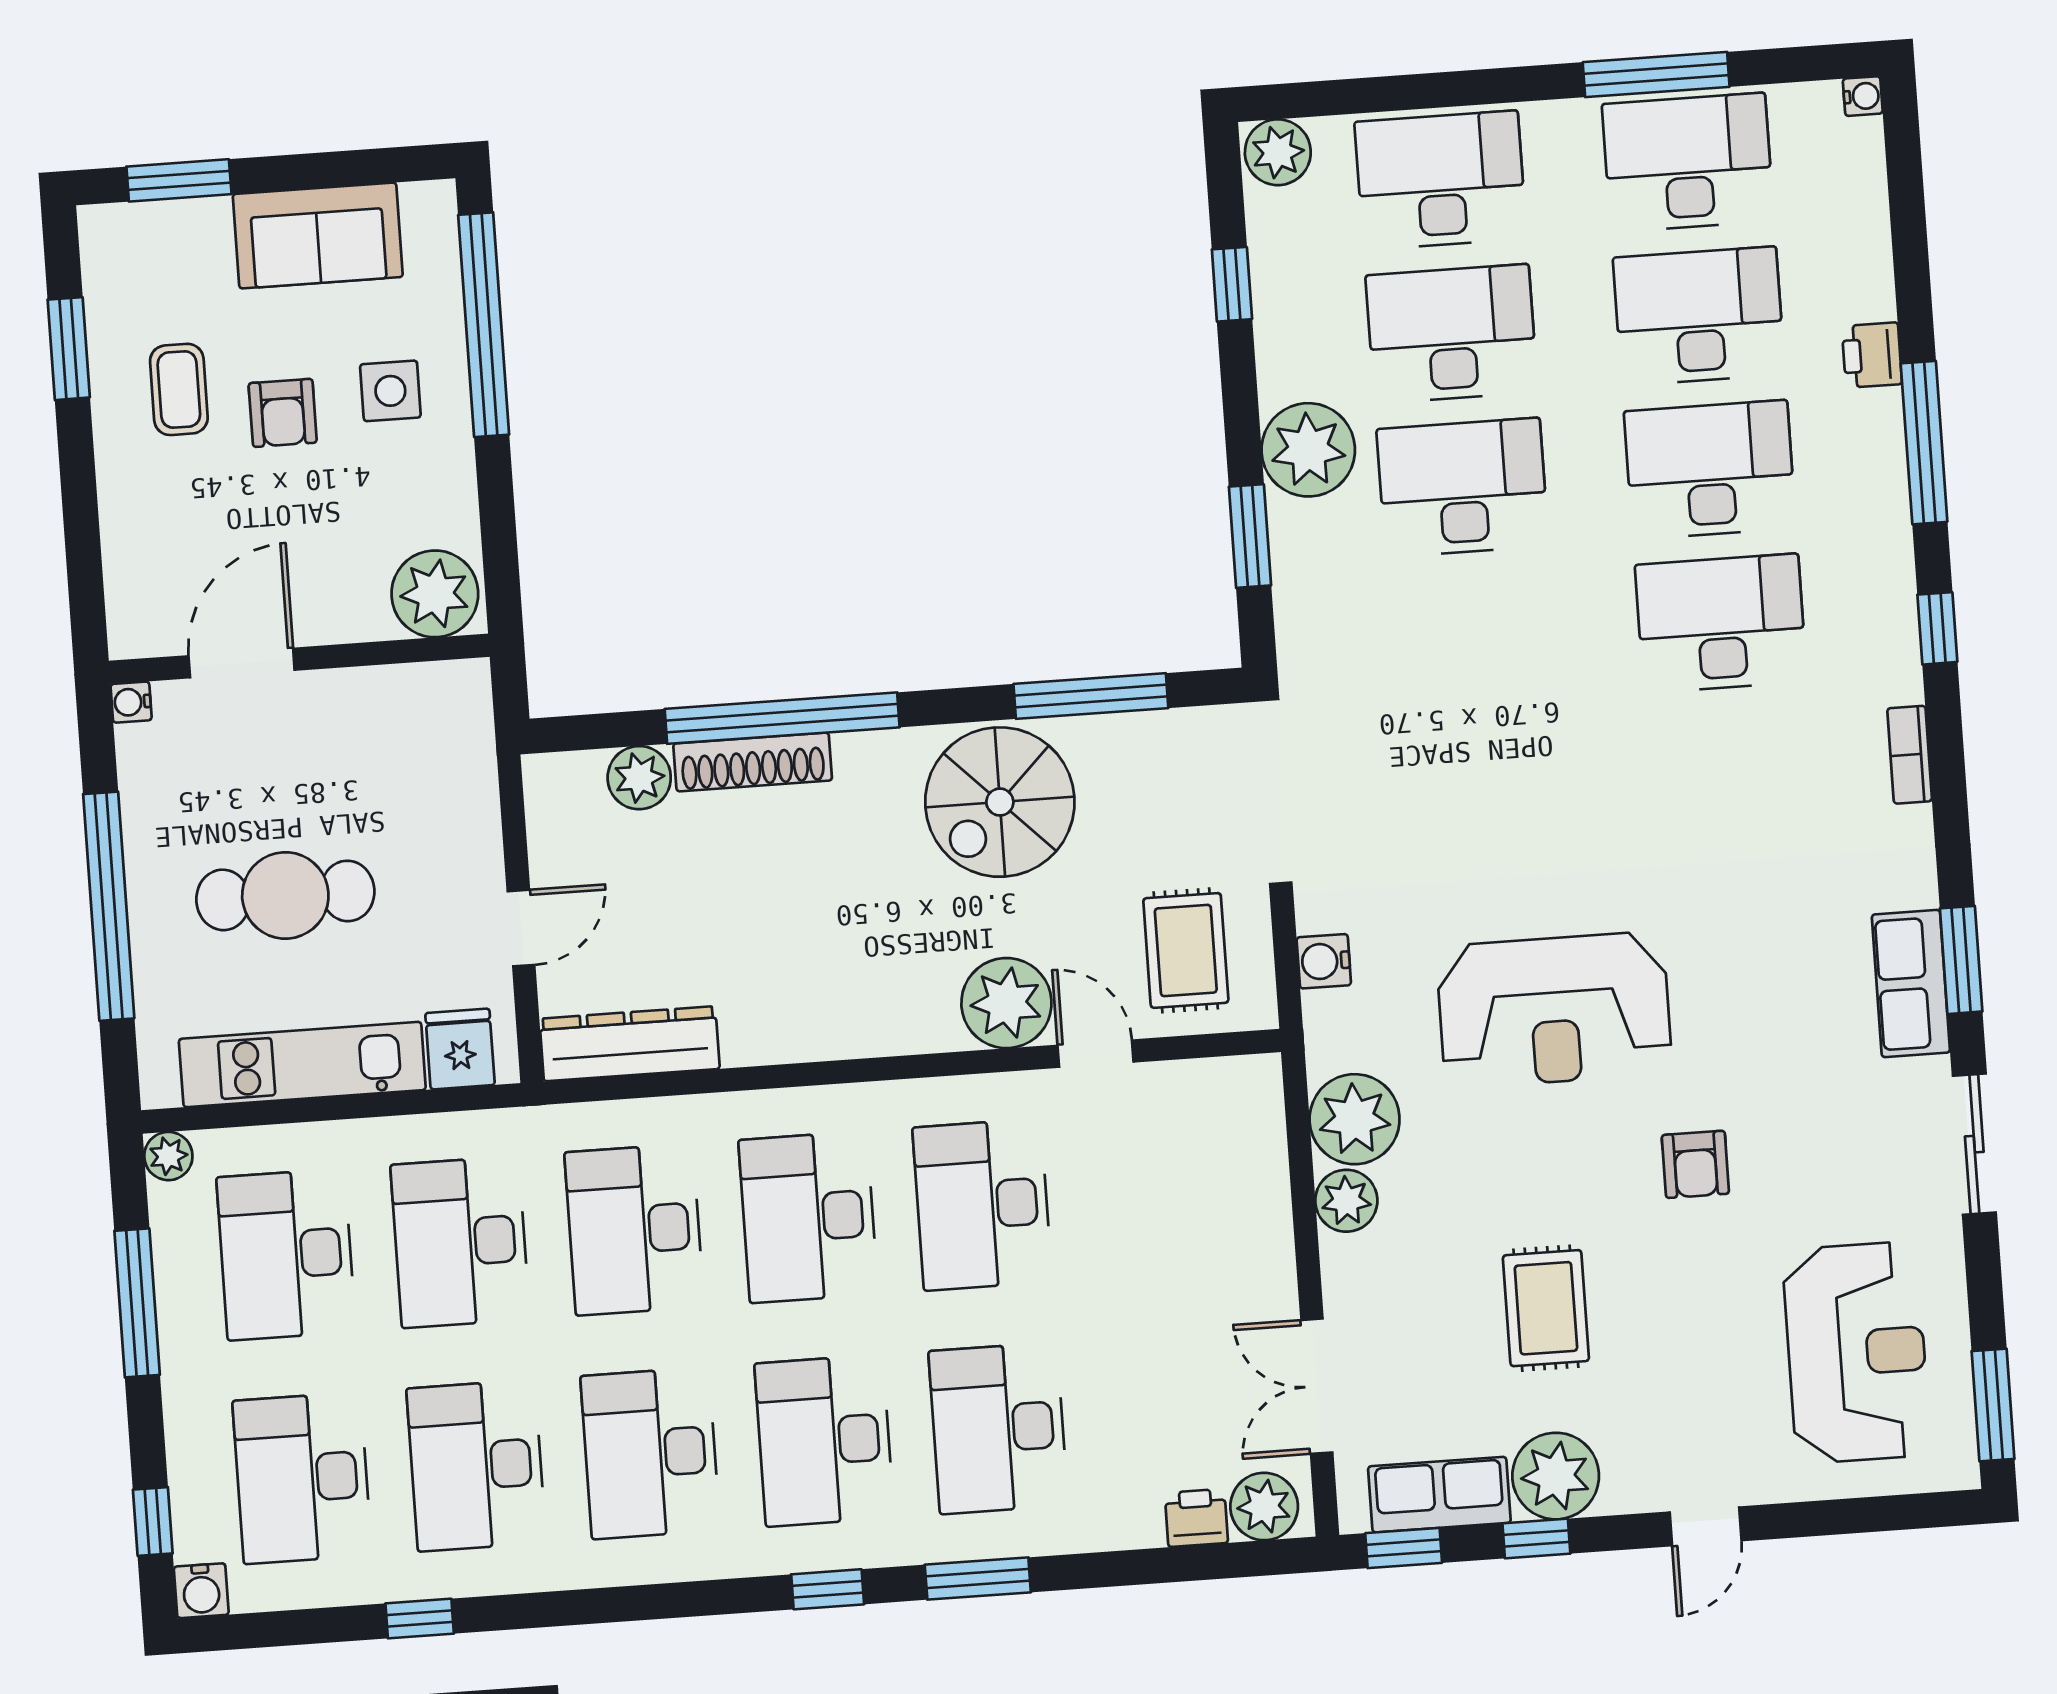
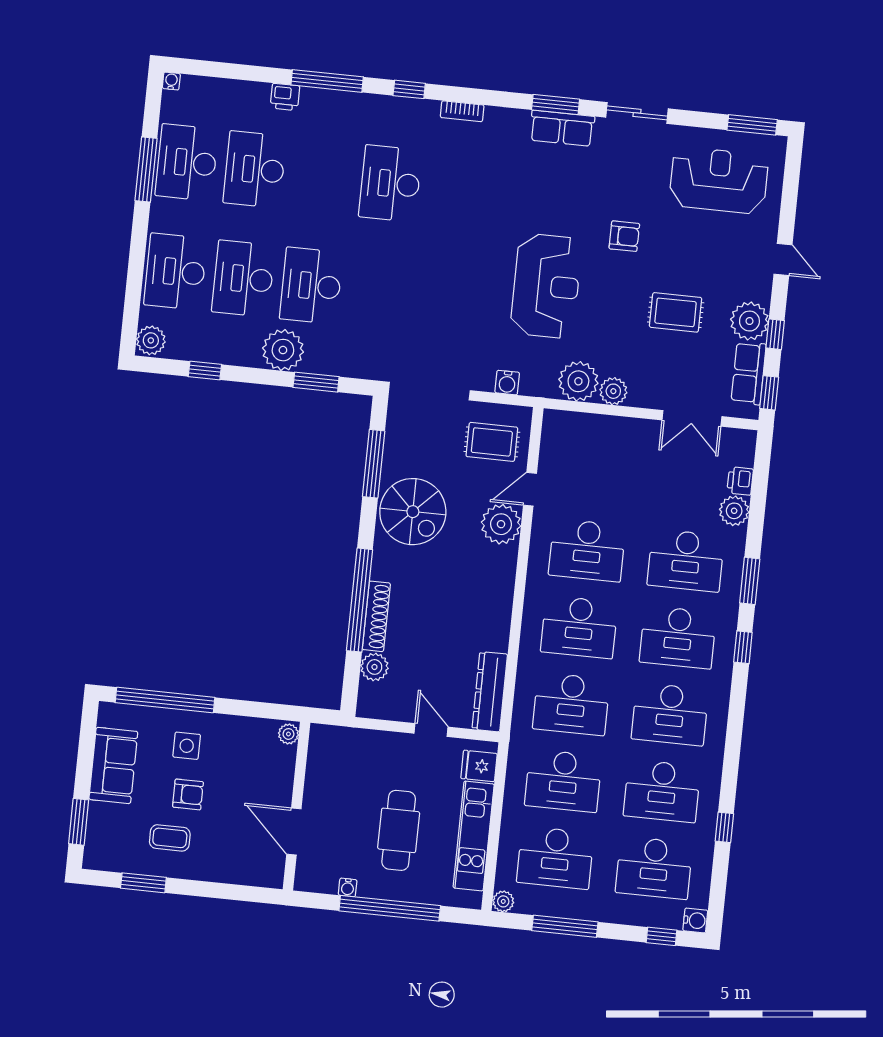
desk: (1710, 470) -> (323, 176), removed
plant: (435, 594) -> (288, 734), width x0.53, depth x0.53
water cooler: (131, 702) -> (348, 887), moved
plant: (1264, 1507) -> (734, 511), moved

